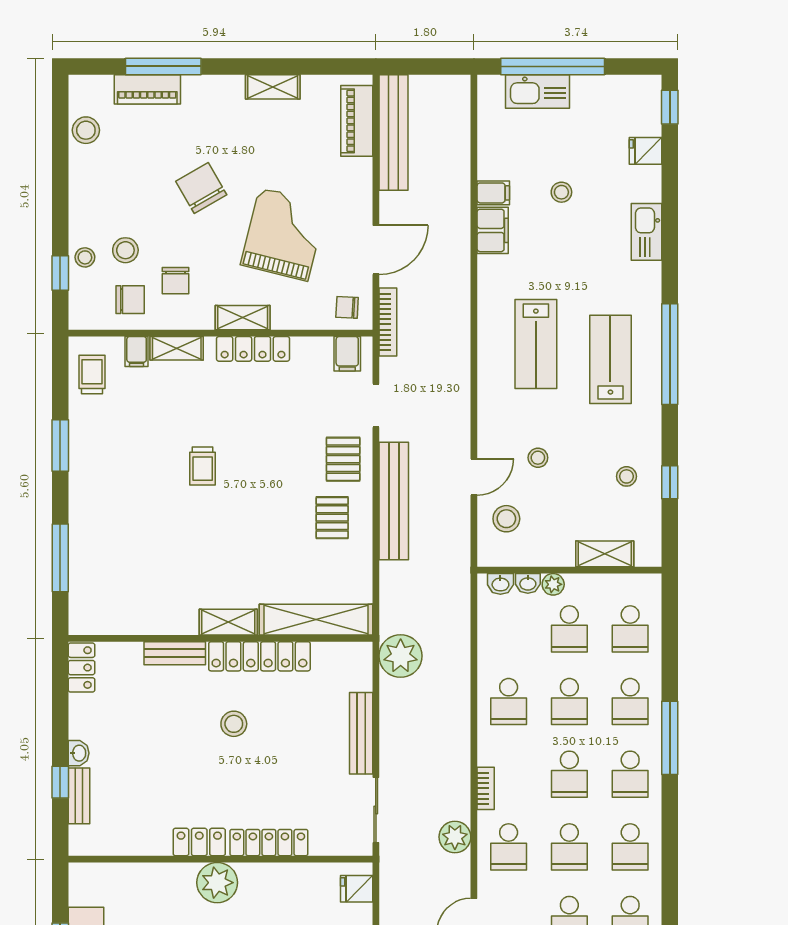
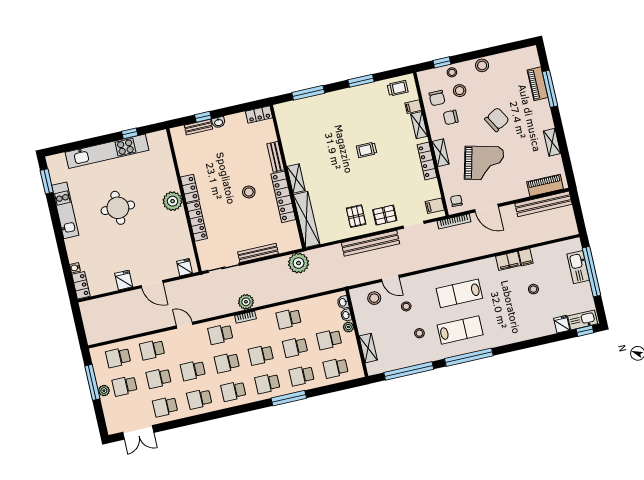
stool: (86, 130) -> (482, 65), moved
kitchen sink: (646, 232) -> (583, 320), moved
stool: (626, 476) -> (419, 333), moved
window: (670, 482) -> (409, 371), width x3.17
pallet: (332, 518) -> (356, 216), turned 90
plant: (455, 837) -> (246, 302), moved

